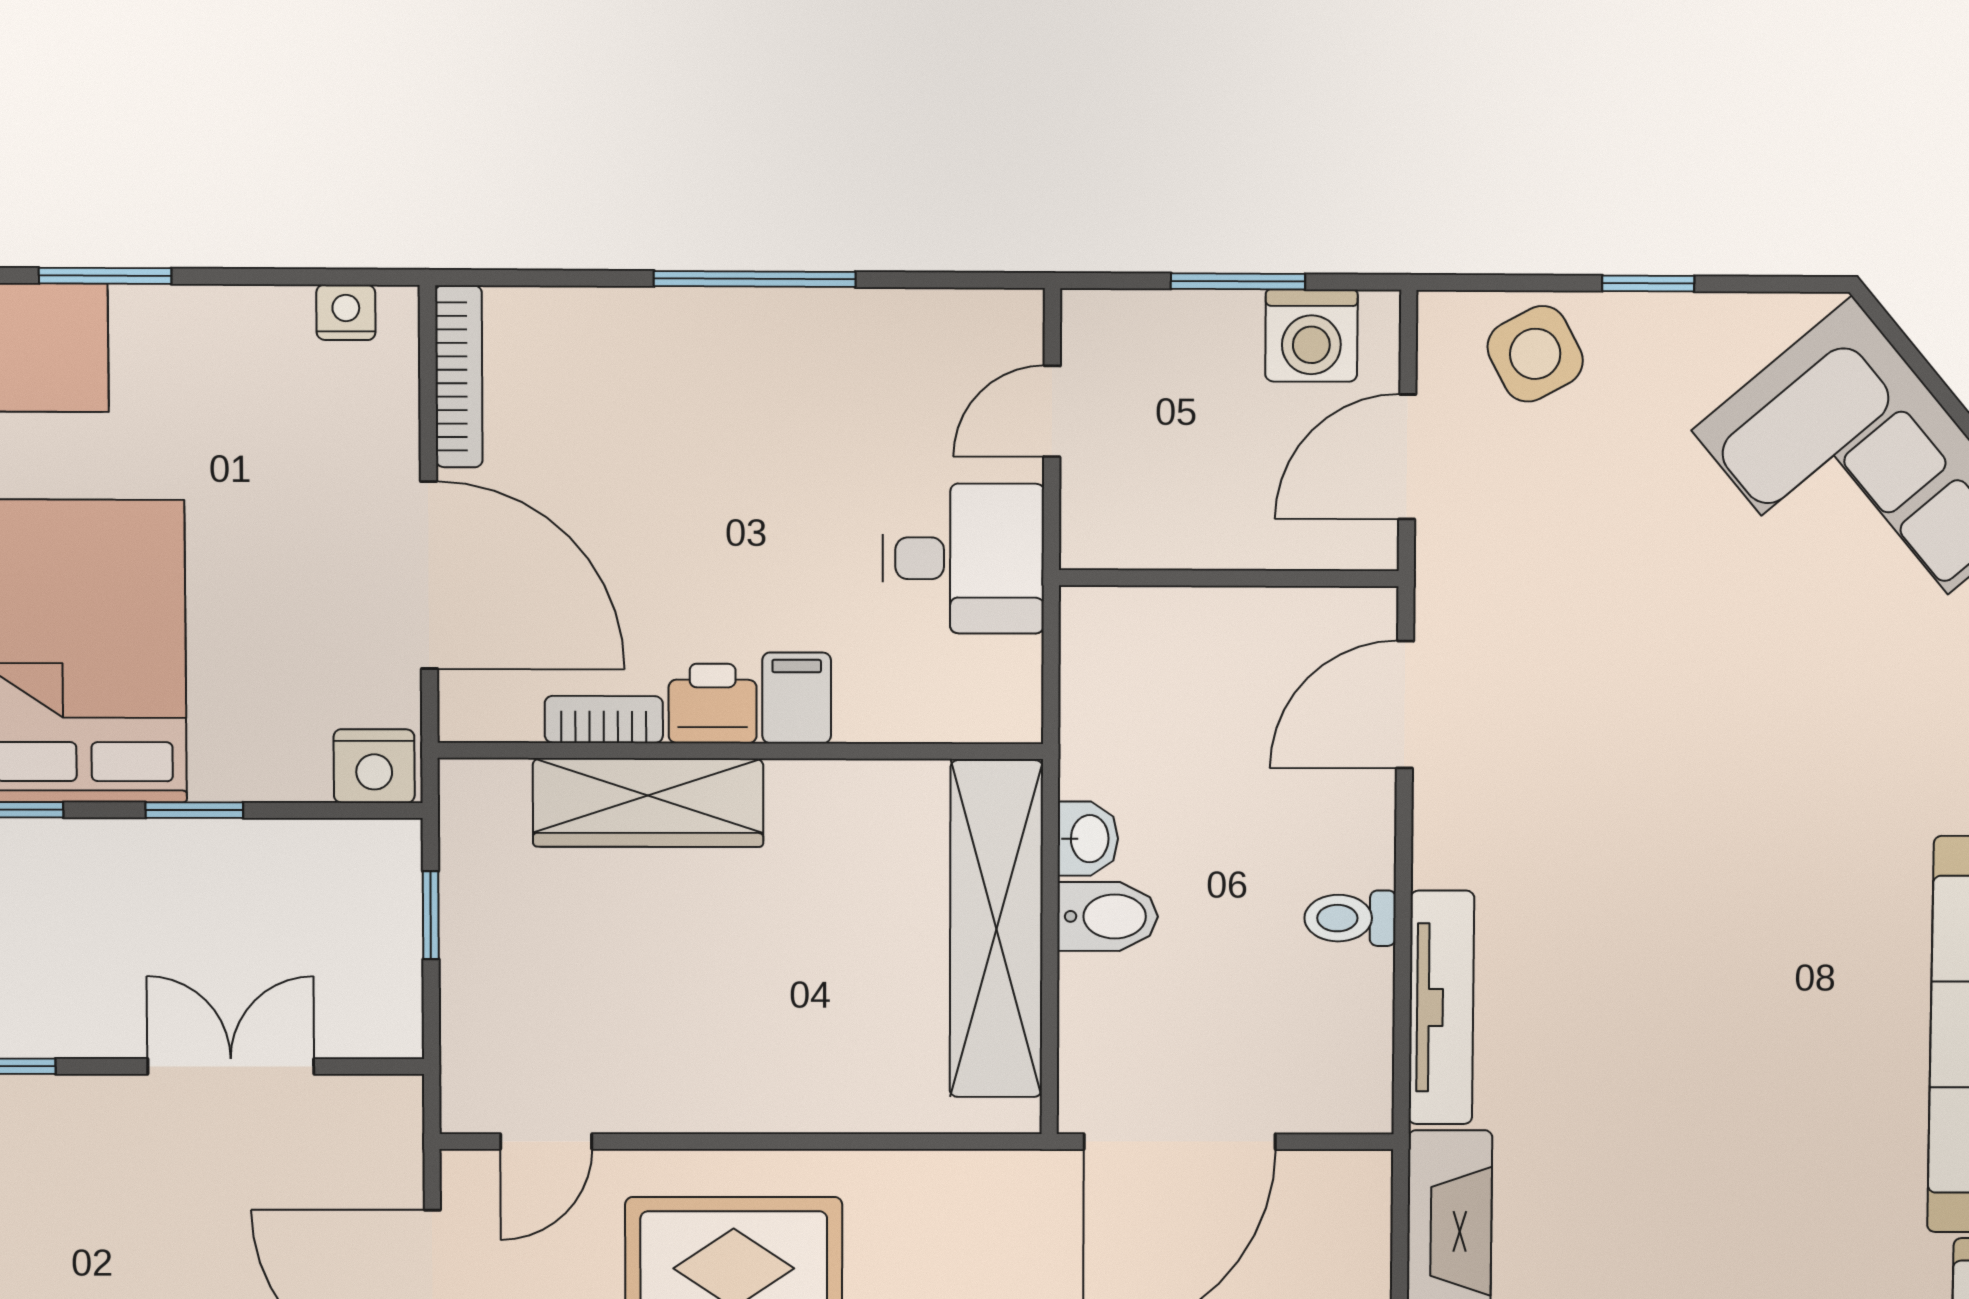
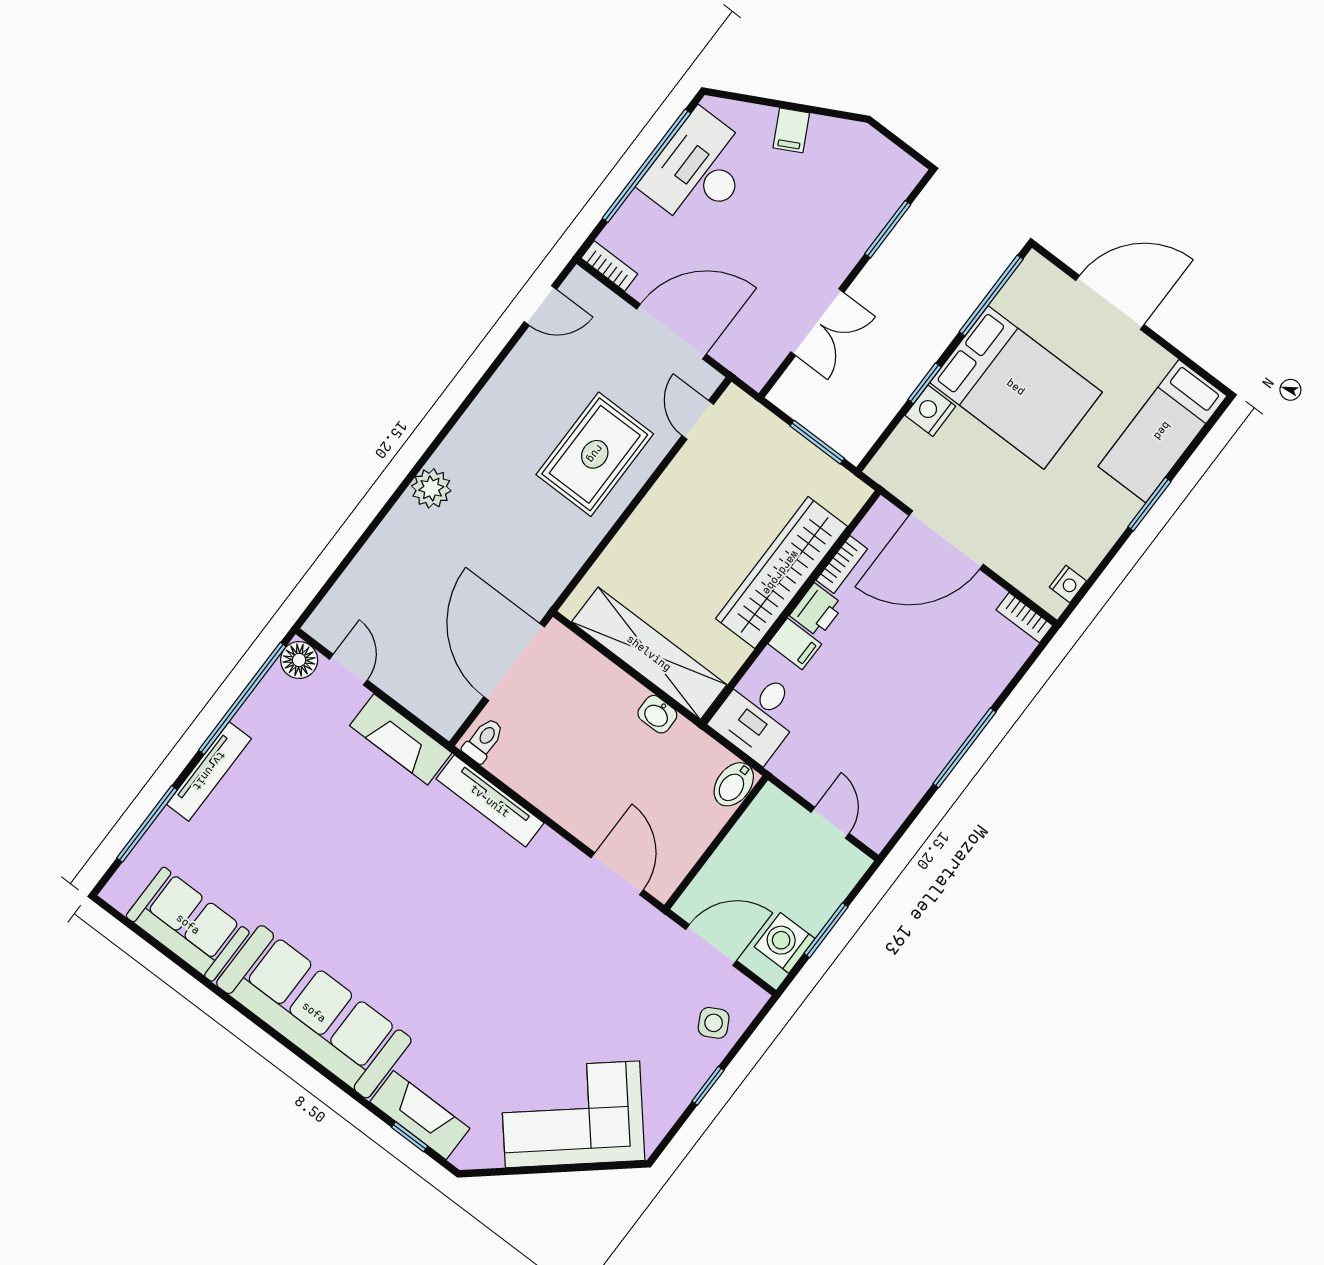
side table: (1535, 354) -> (714, 1023), width x0.73, depth x0.73
bookcase: (459, 376) -> (1024, 618), width x0.64
door: (1407, 457) -> (711, 945), hinge flipped
desk: (963, 558) -> (758, 715), moved
nightstand: (374, 766) -> (930, 411), moved
wardrobe: (648, 803) -> (781, 573), width x1.40, depth x1.17
window: (431, 915) -> (817, 442), width x1.50
bidet: (1108, 916) -> (734, 784), moved
toilet: (1350, 918) -> (483, 740), moved

